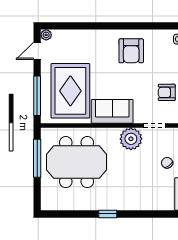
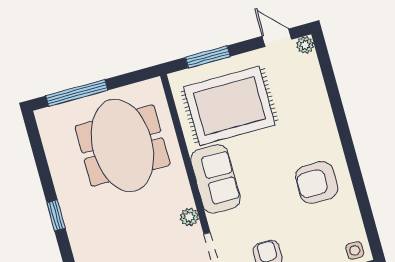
window: (37, 96) -> (208, 57), width x0.69
plant: (131, 139) -> (189, 217), width x0.53, depth x0.53
window: (37, 158) -> (77, 93), moved

